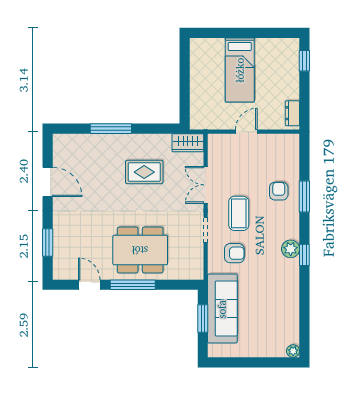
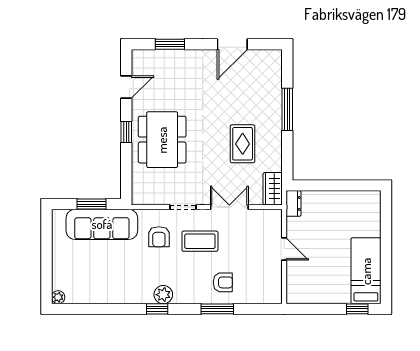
bed: (240, 70) -> (366, 271), moved, turned 90
dresser: (292, 113) -> (294, 203), moved, turned 90
window: (133, 285) -> (126, 132), width x0.46

